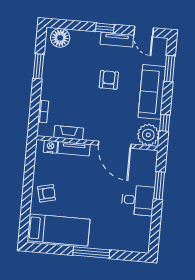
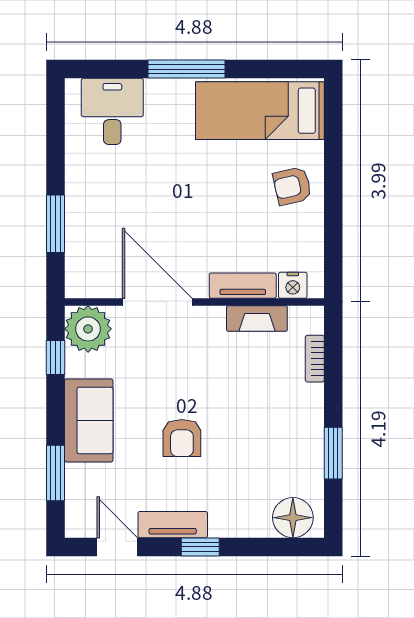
sofa: (152, 92) -> (89, 420), width x0.73
desk: (138, 200) -> (112, 111), moved, turned 90

